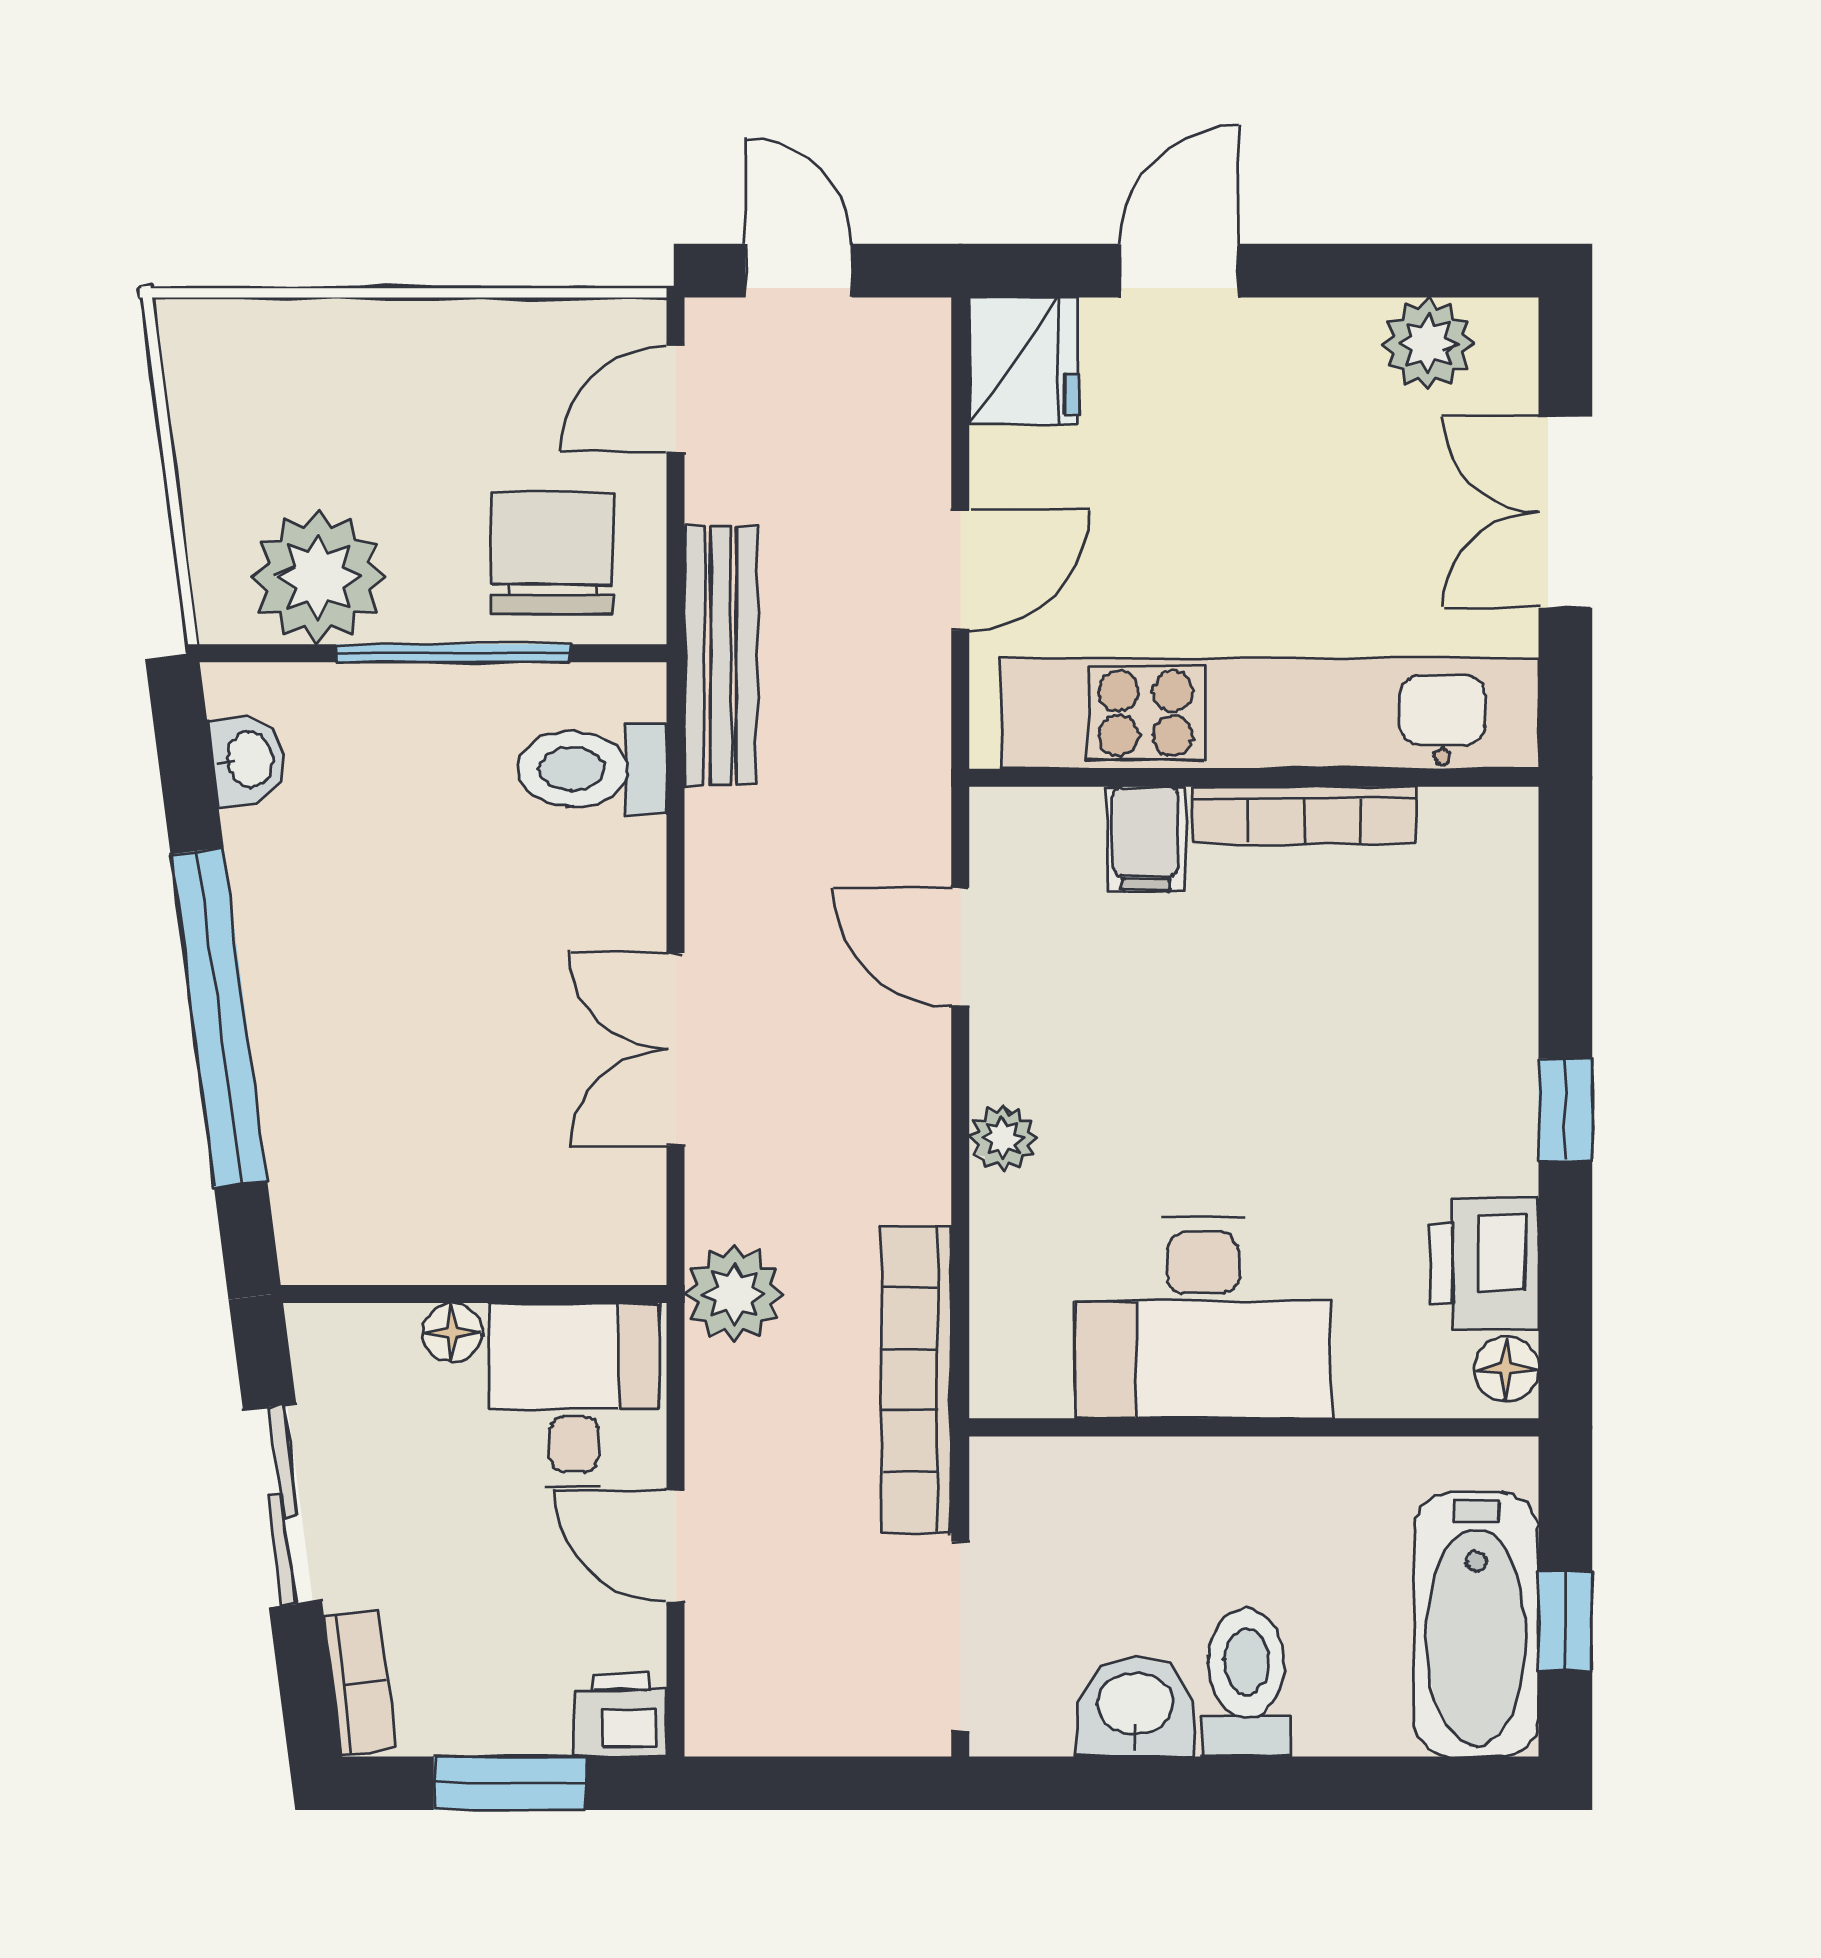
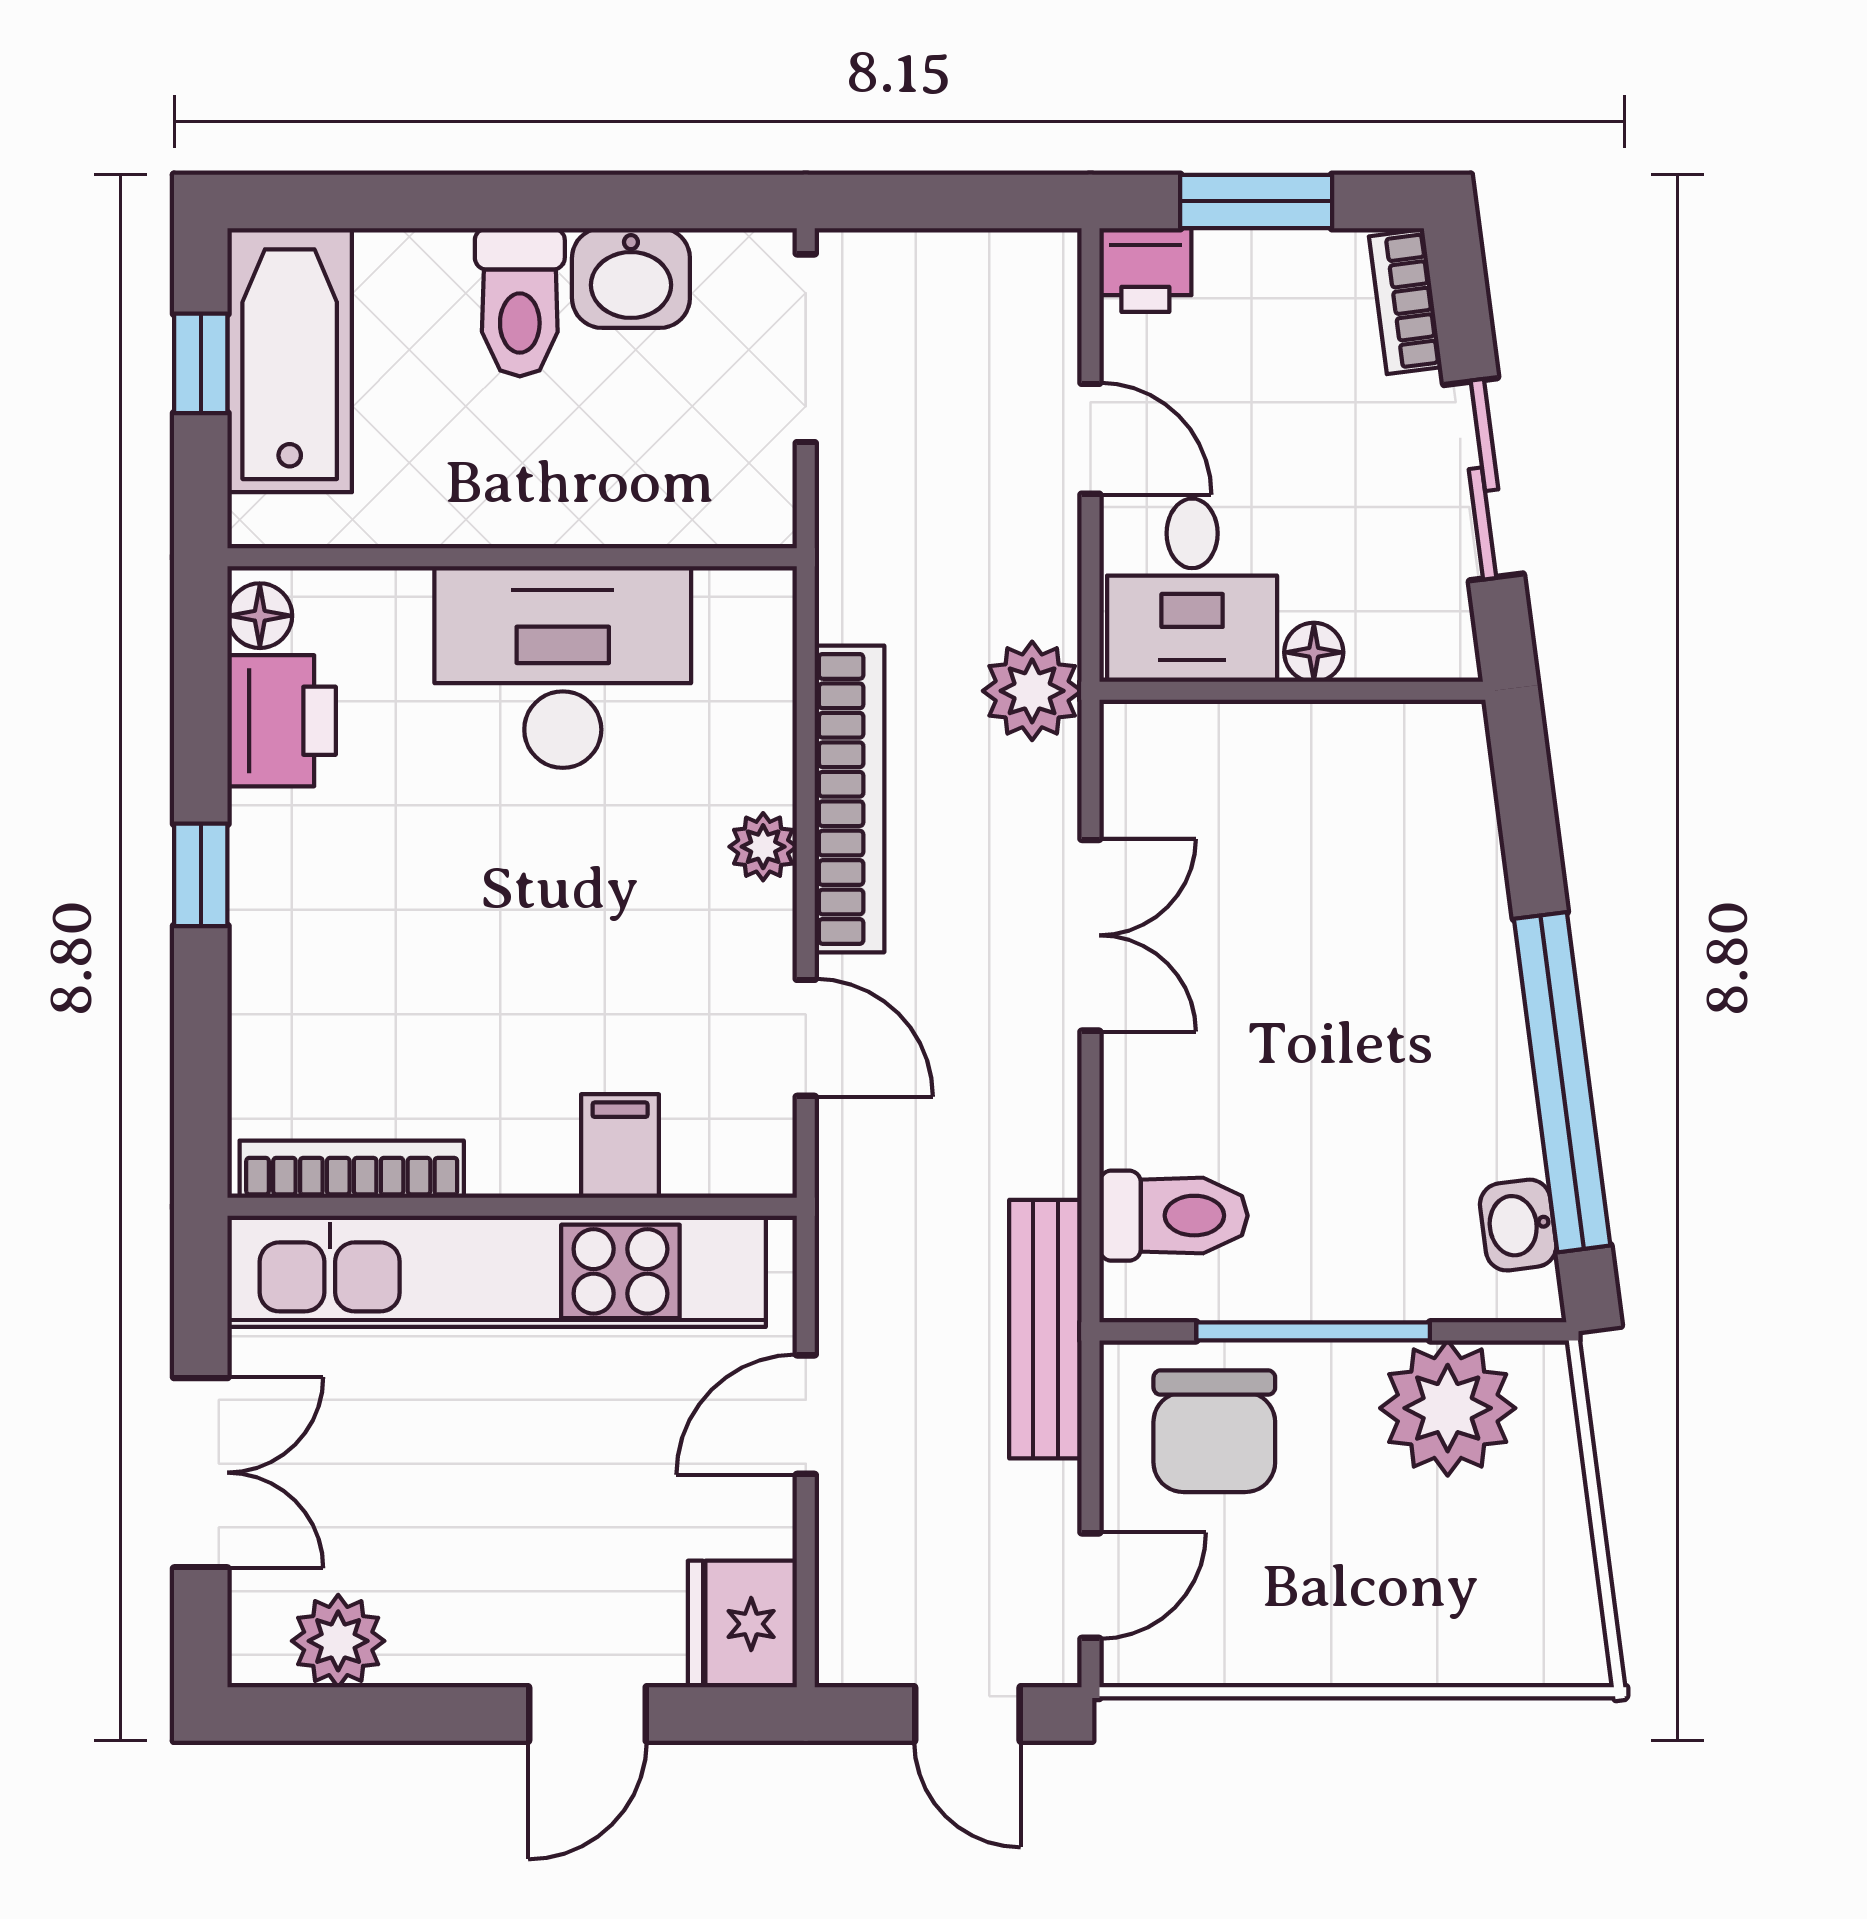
bookcase: (1304, 815) -> (352, 1169), moved
window: (219, 1018) -> (1562, 1082), moved
bookcase: (917, 1379) -> (849, 799), moved

